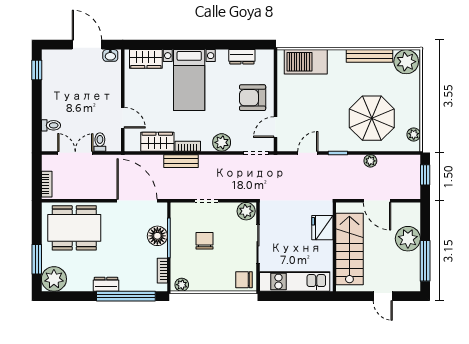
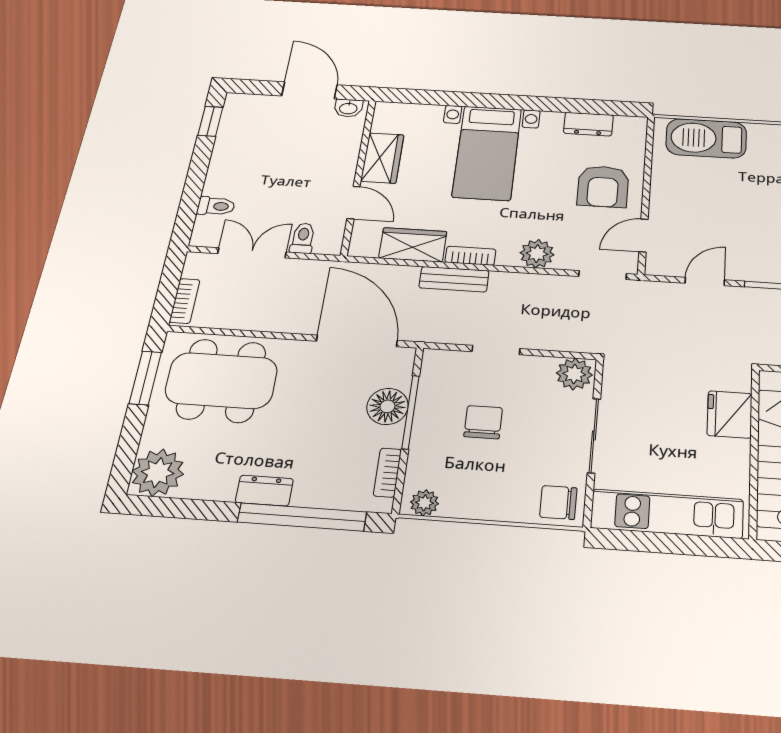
wardrobe: (146, 59) -> (382, 158), moved, turned -90
armchair: (253, 98) -> (603, 186), turned -90
window: (37, 259) -> (145, 378), moved

